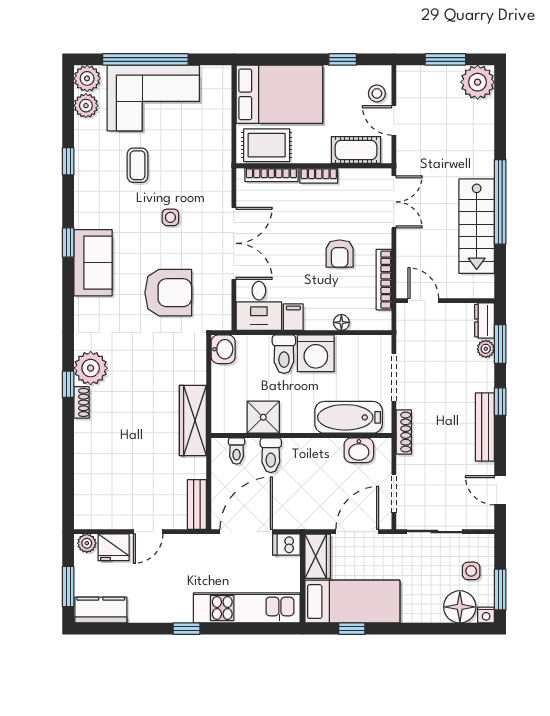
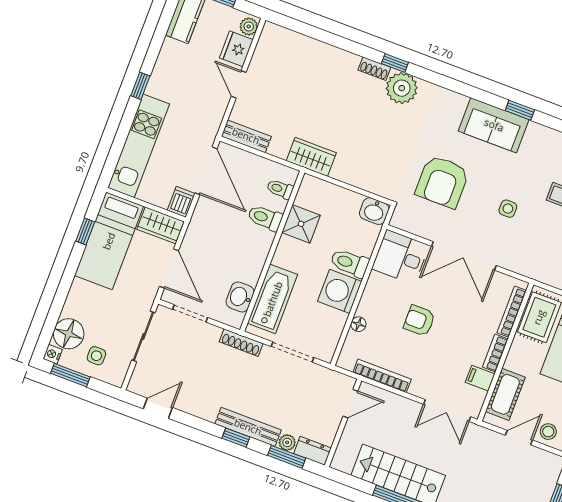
armchair: (340, 254) -> (419, 321), moved
filing cabinet: (293, 317) -> (480, 378), moved, turned 180
wardrobe: (193, 420) -> (311, 157), width x0.67
bench: (485, 427) -> (248, 427), moved

